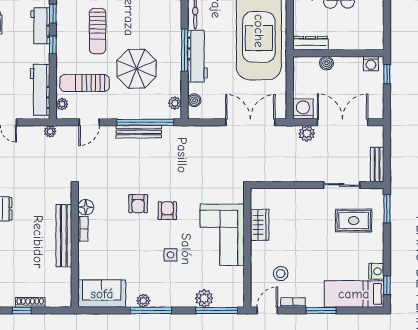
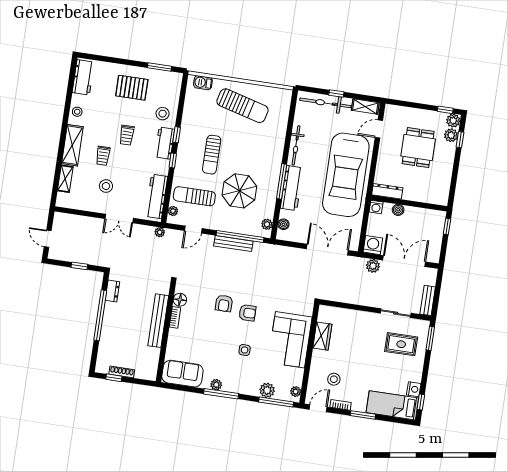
washing machine: (371, 64) -> (376, 207), moved
armchair: (167, 211) -> (247, 313), turned 90
plant: (238, 295) -> (296, 392), added

